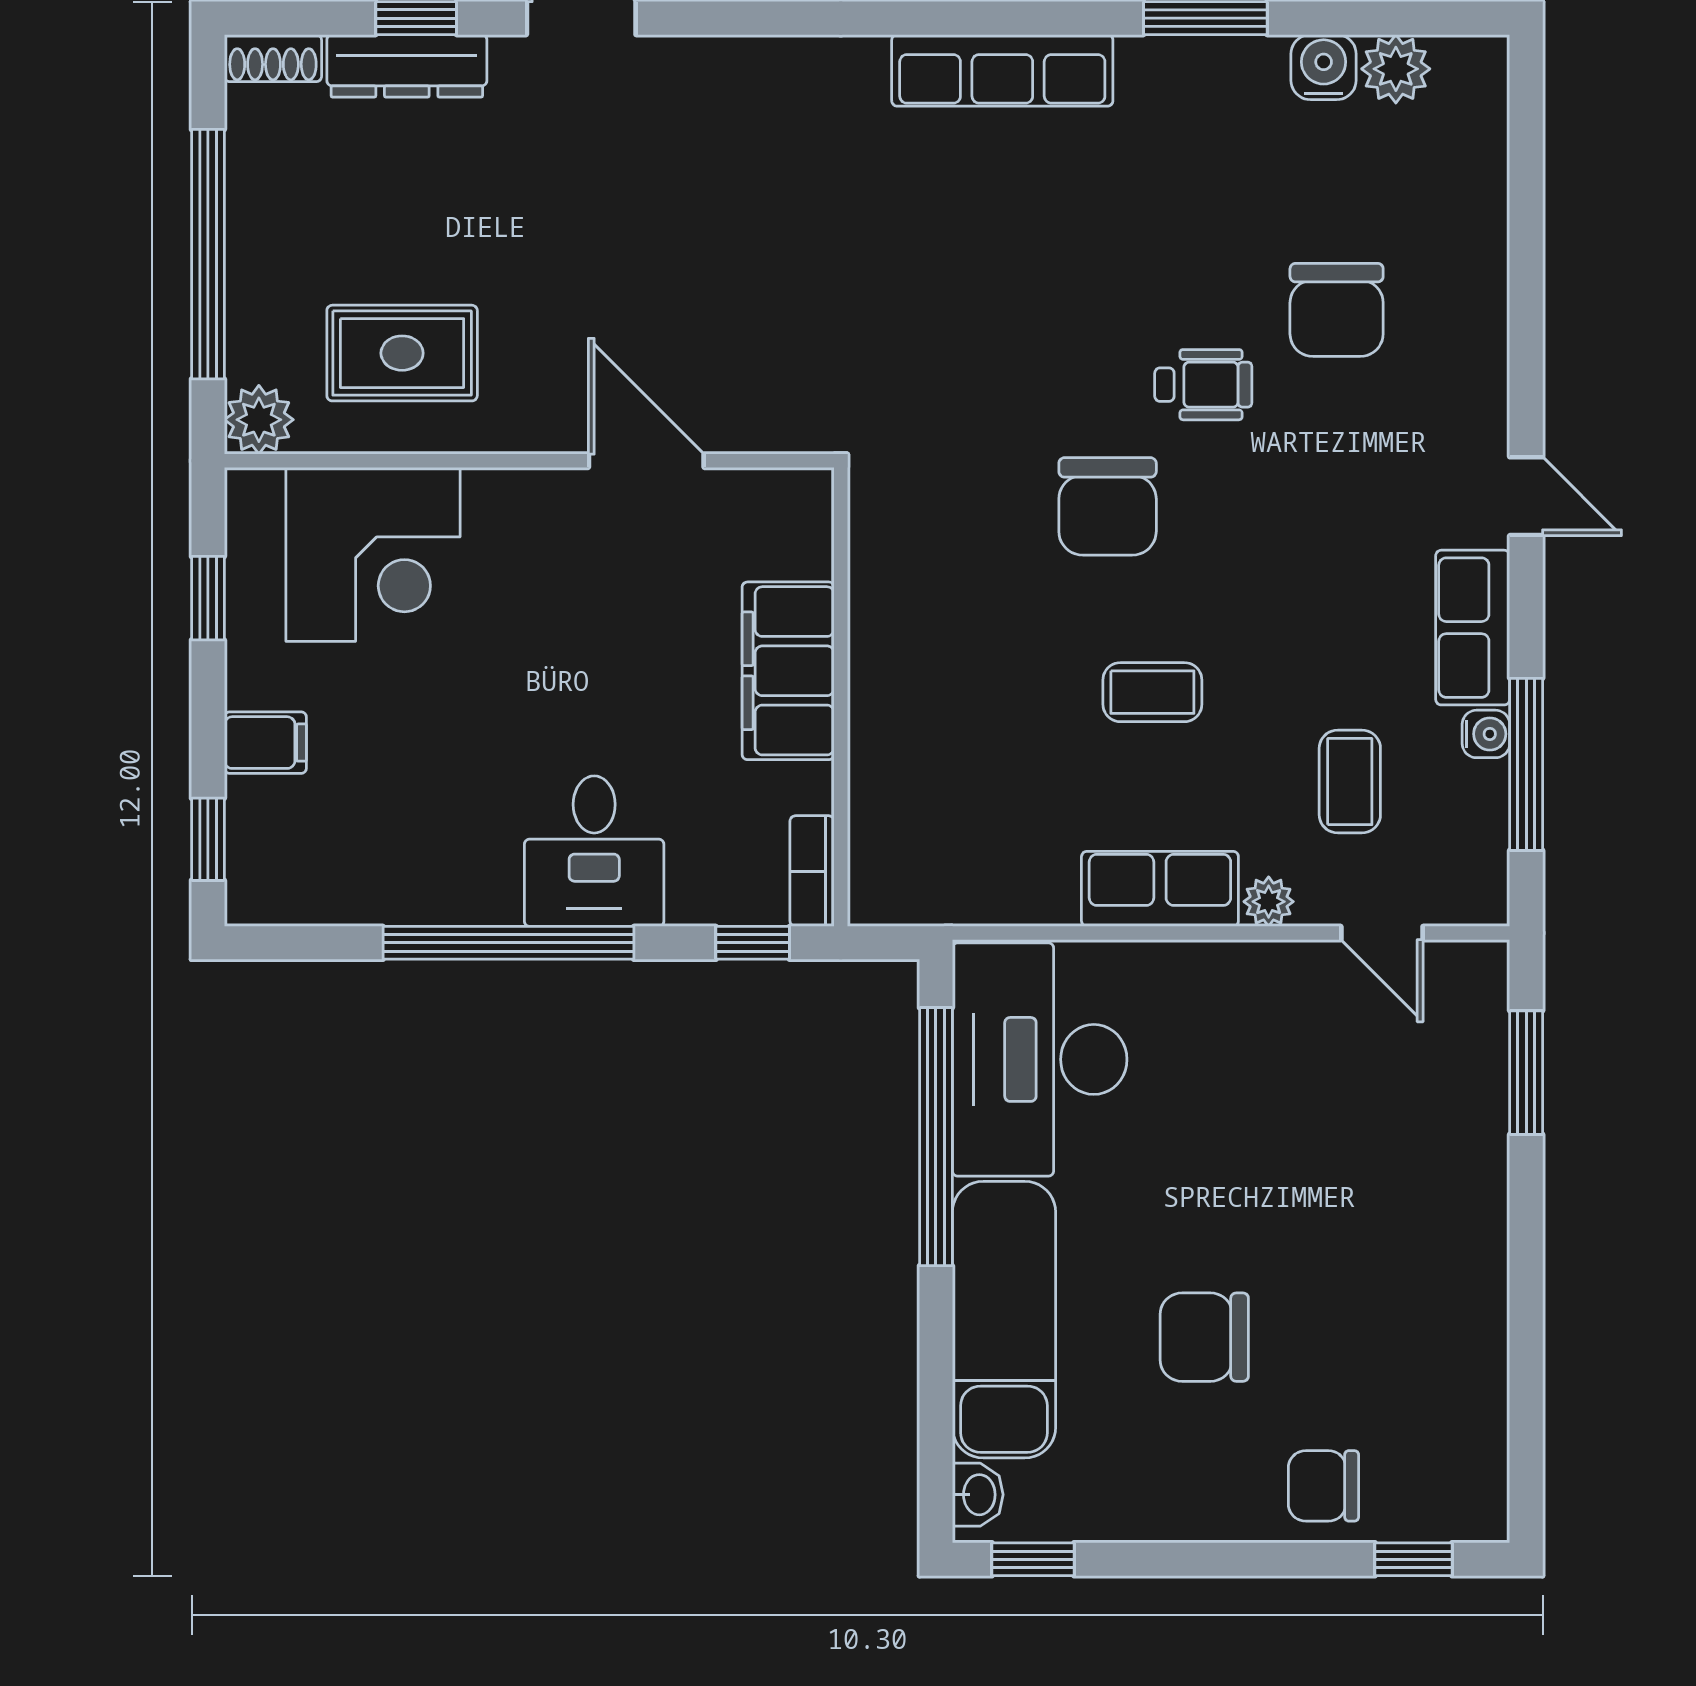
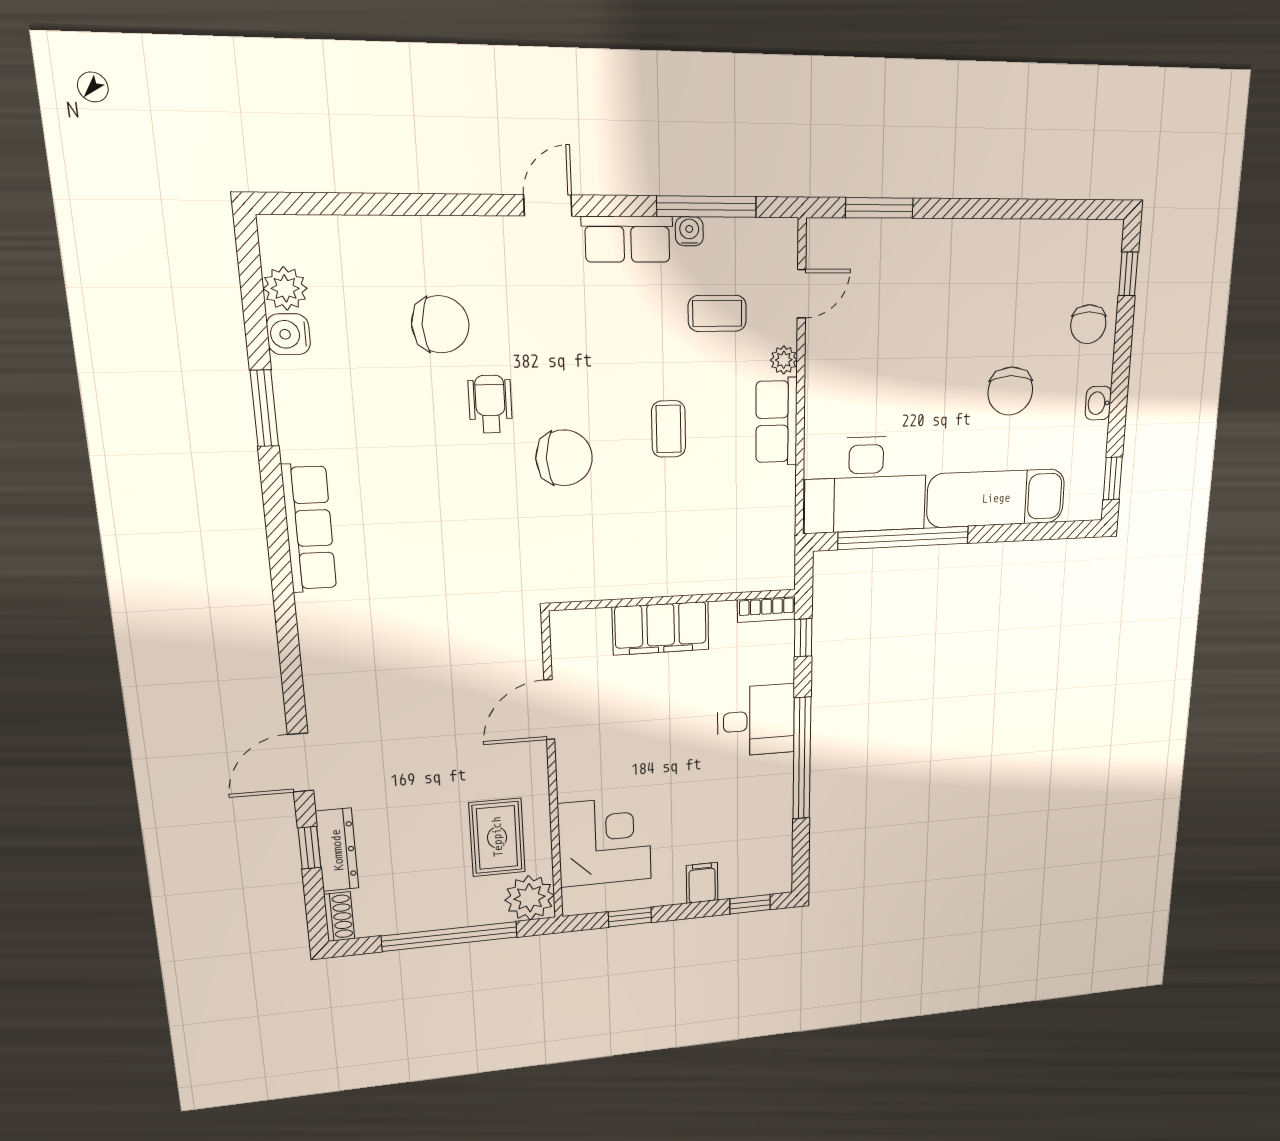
plant: (259, 420) -> (530, 898), width x1.36, depth x1.36
washbasin: (978, 1495) -> (1098, 403), moved, turned -90

